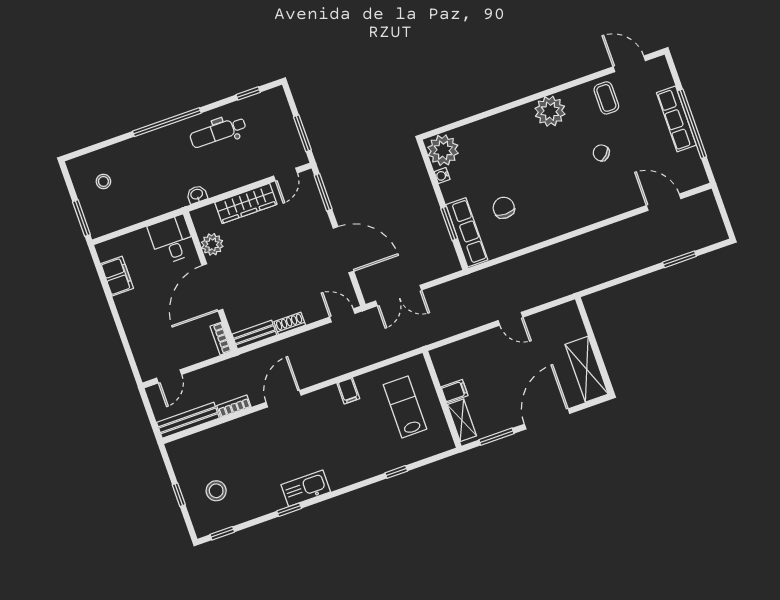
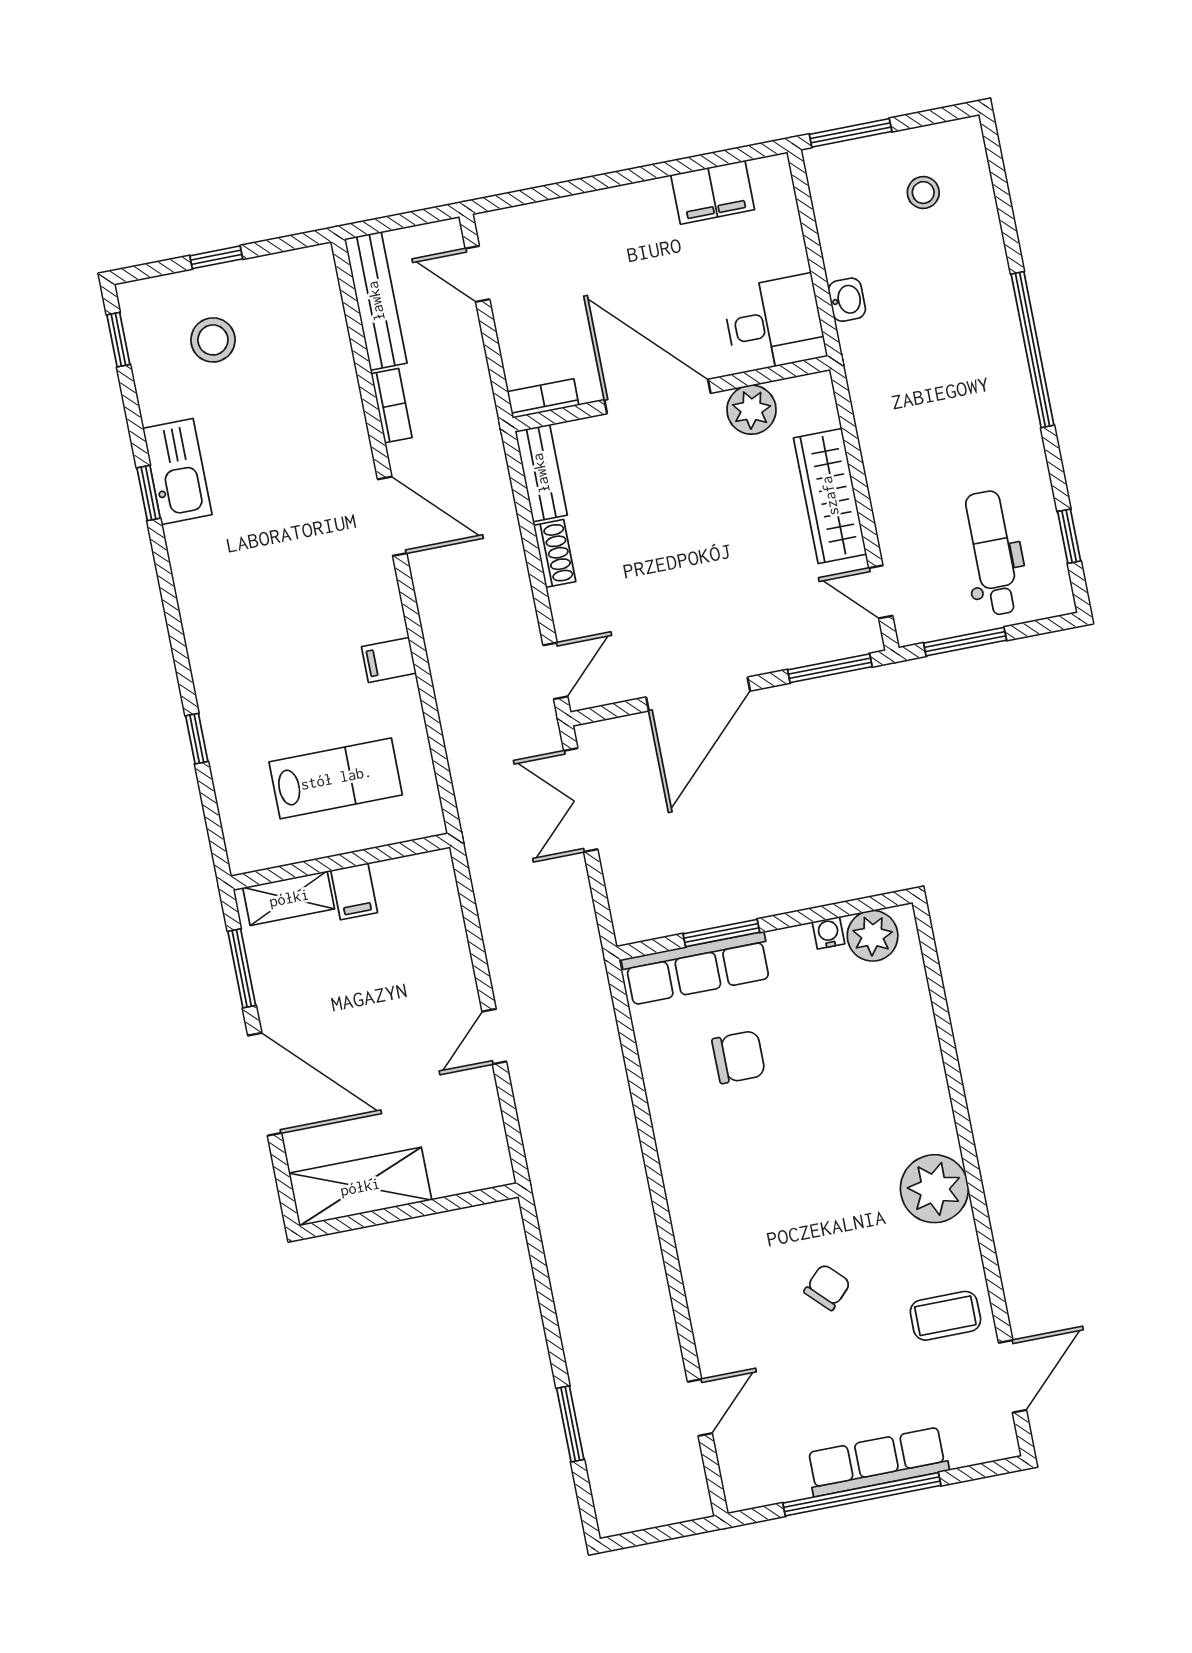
dental chair: (218, 132) -> (993, 553), moved
plant: (443, 150) -> (873, 936), width x0.73, depth x0.73
washbasin: (197, 195) -> (847, 300), moved
door: (664, 202) -> (700, 1407), width x0.73
kitchen sink: (306, 488) -> (177, 471), moved

